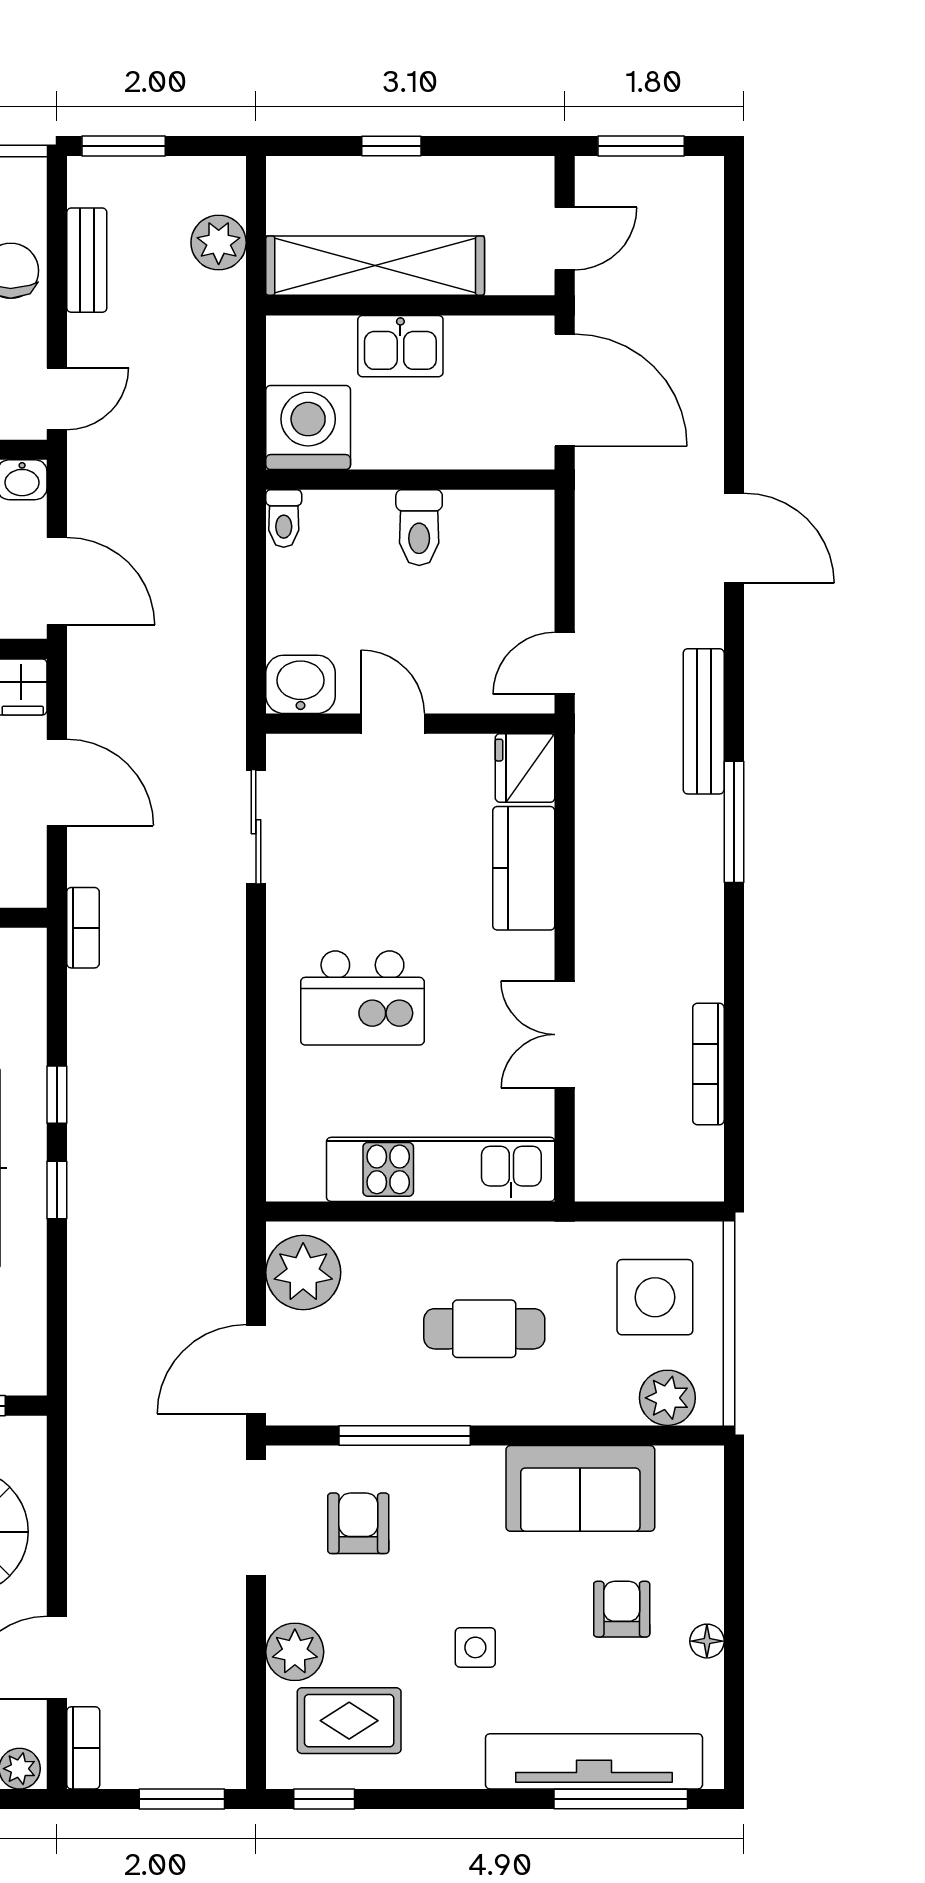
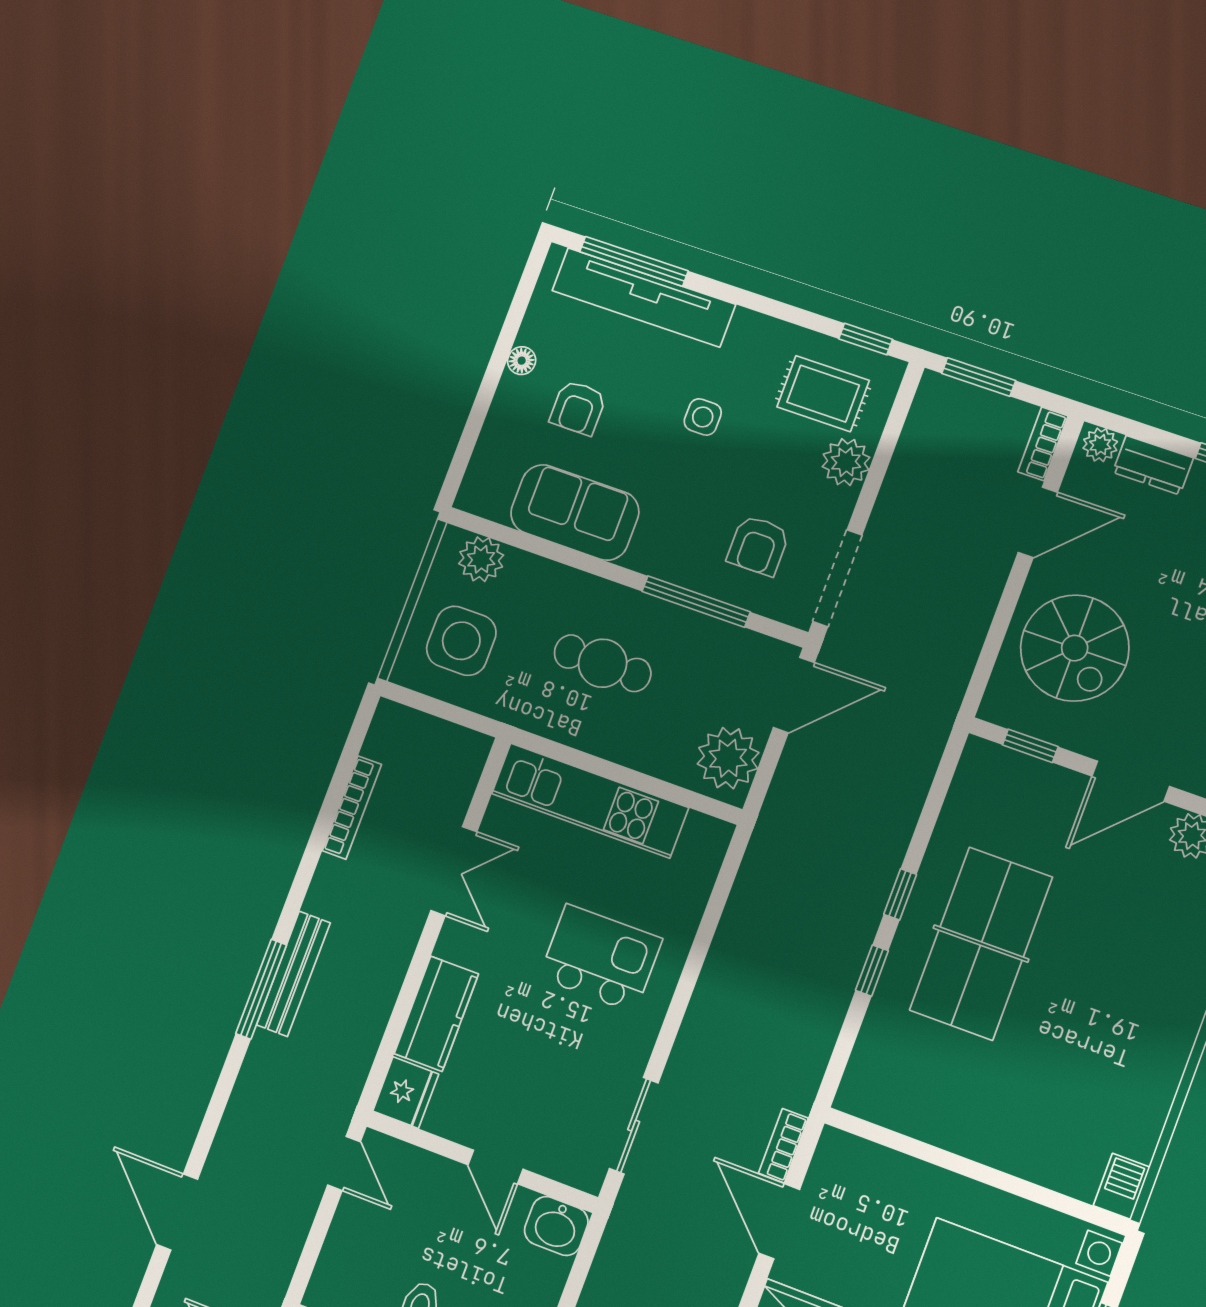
door: (565, 663) -> (344, 1163), hinge flipped
bench: (704, 721) -> (293, 974), moved
bookcase: (83, 928) -> (783, 1146), moved

